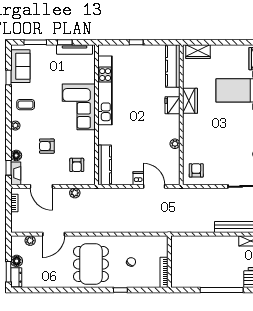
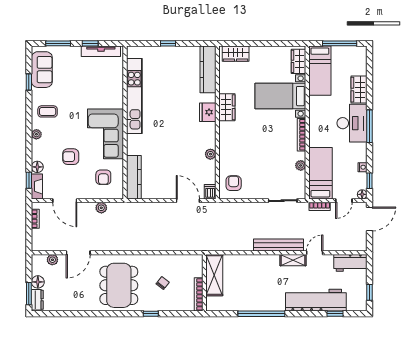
corner sofa: (79, 107) -> (105, 134), moved
dishwasher: (138, 178) -> (210, 192), moved
shelving: (178, 255) -> (214, 275), added

